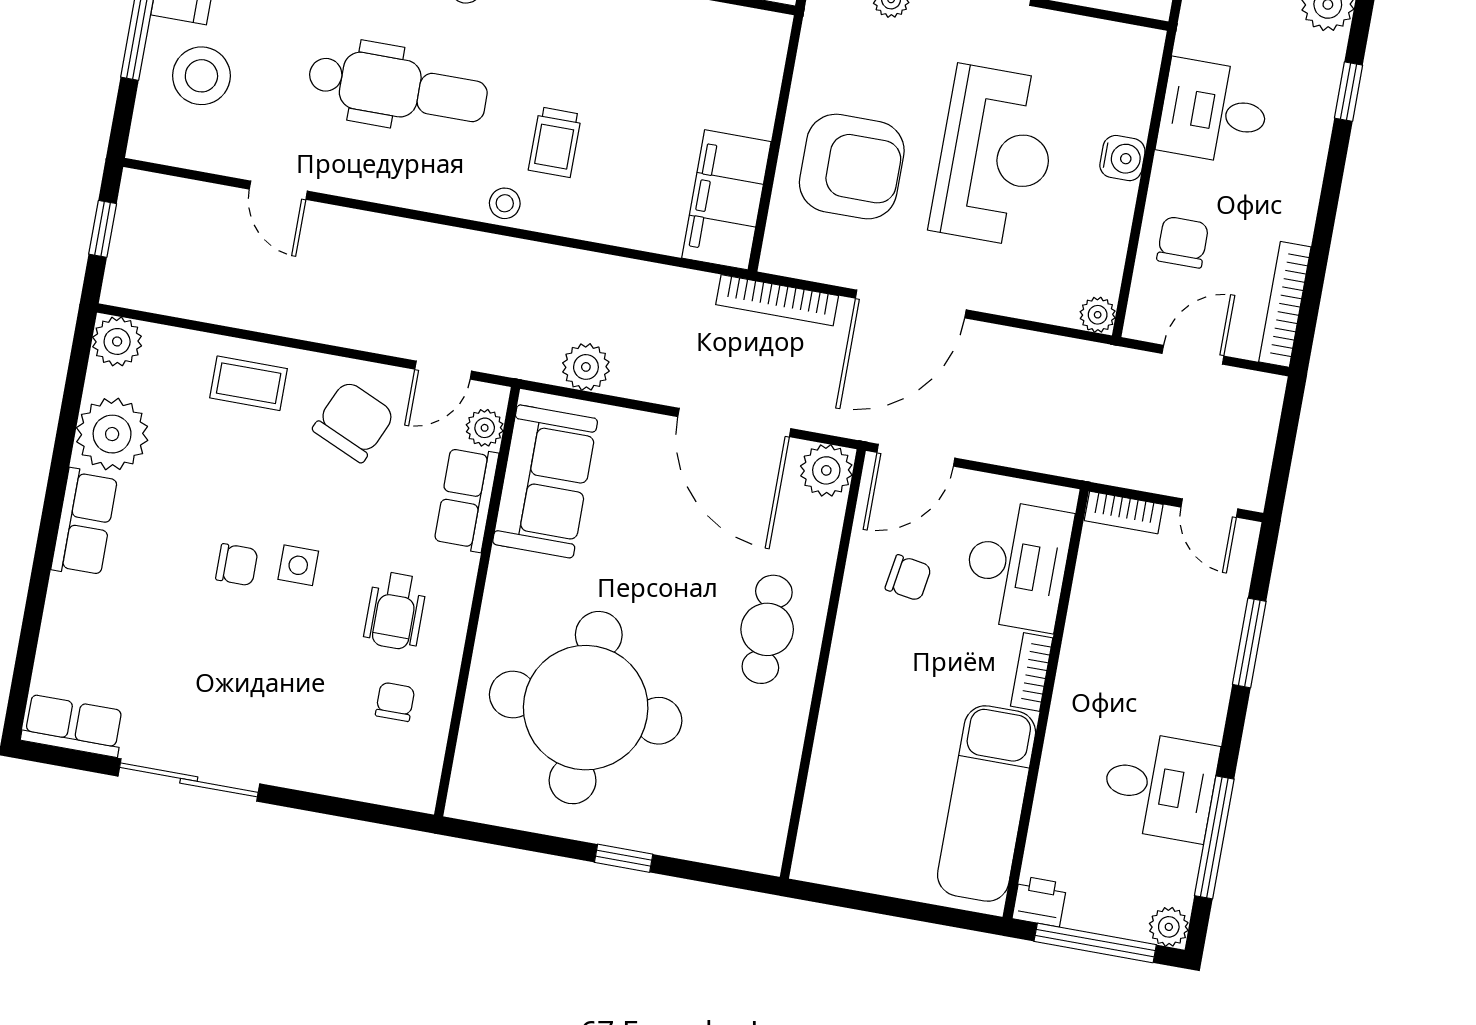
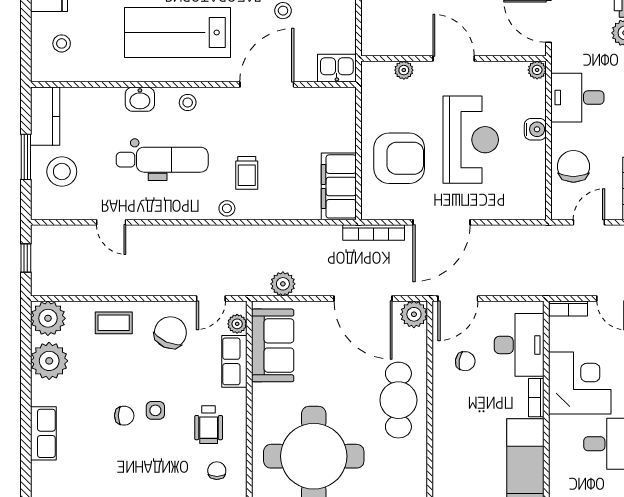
chair: (1183, 242) -> (573, 166), width x1.37, depth x1.37
plant: (1098, 315) -> (537, 70), moved
plant: (117, 341) -> (48, 318), width x1.36, depth x1.36
row of seats: (84, 523) -> (43, 433), moved
cafe table: (767, 629) -> (398, 400), width x1.37, depth x1.35
corner desk: (1120, 659) -> (580, 383), added

